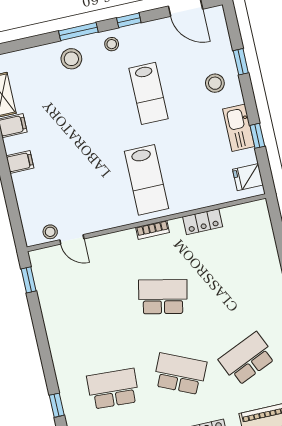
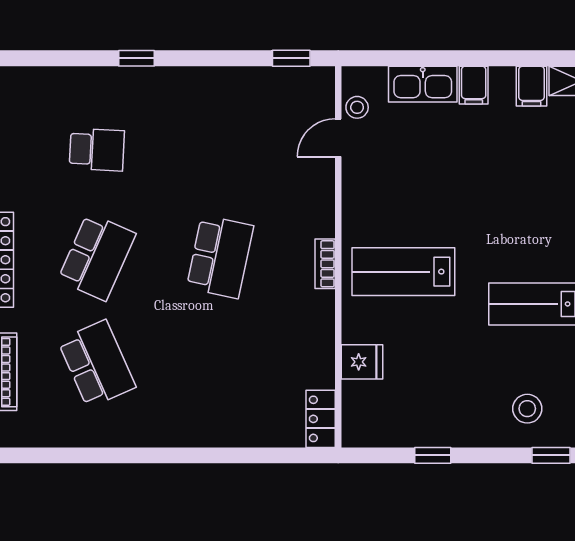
kitchen sink: (239, 128) -> (423, 84), moved, turned 180
fridge: (248, 177) -> (362, 362), moved, turned 90
locker: (203, 222) -> (321, 419), moved
school desk: (113, 389) -> (97, 150), width x0.54
window: (57, 405) -> (136, 58), moved

